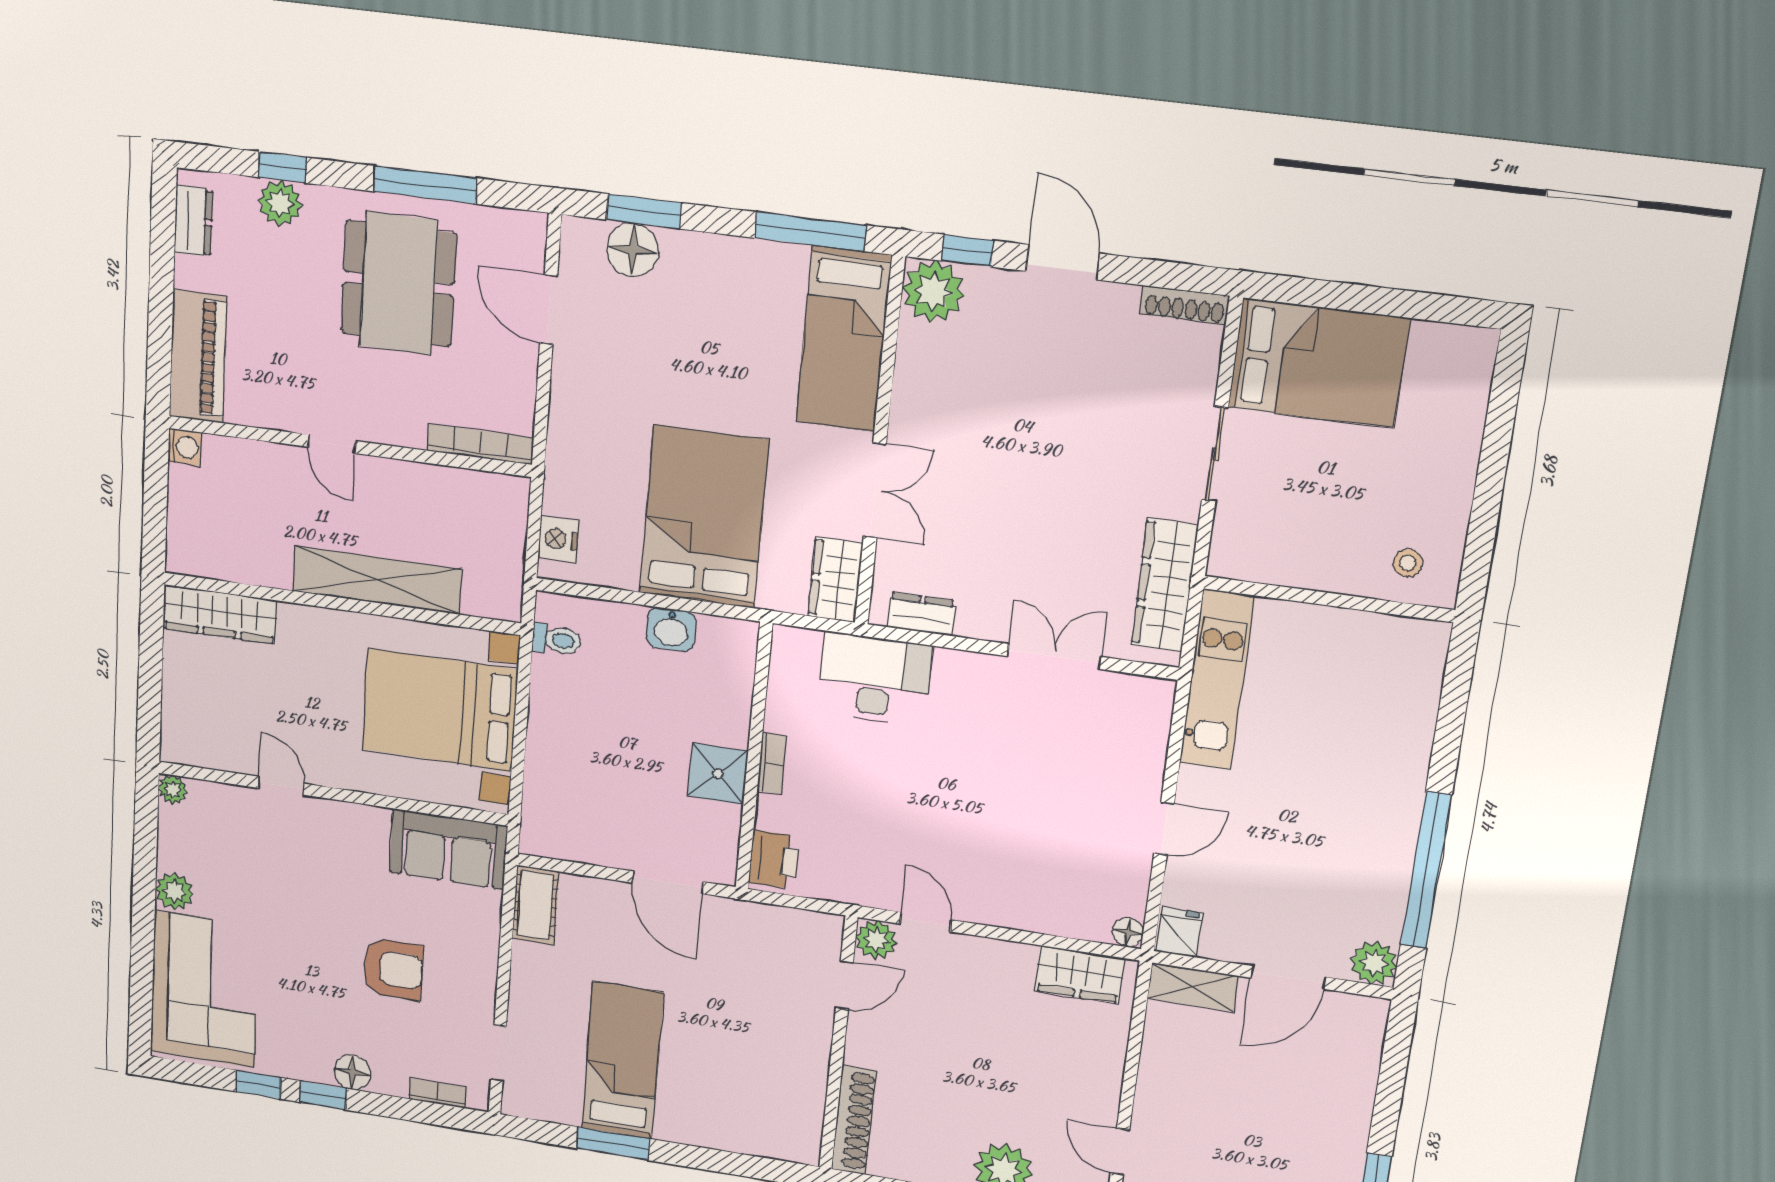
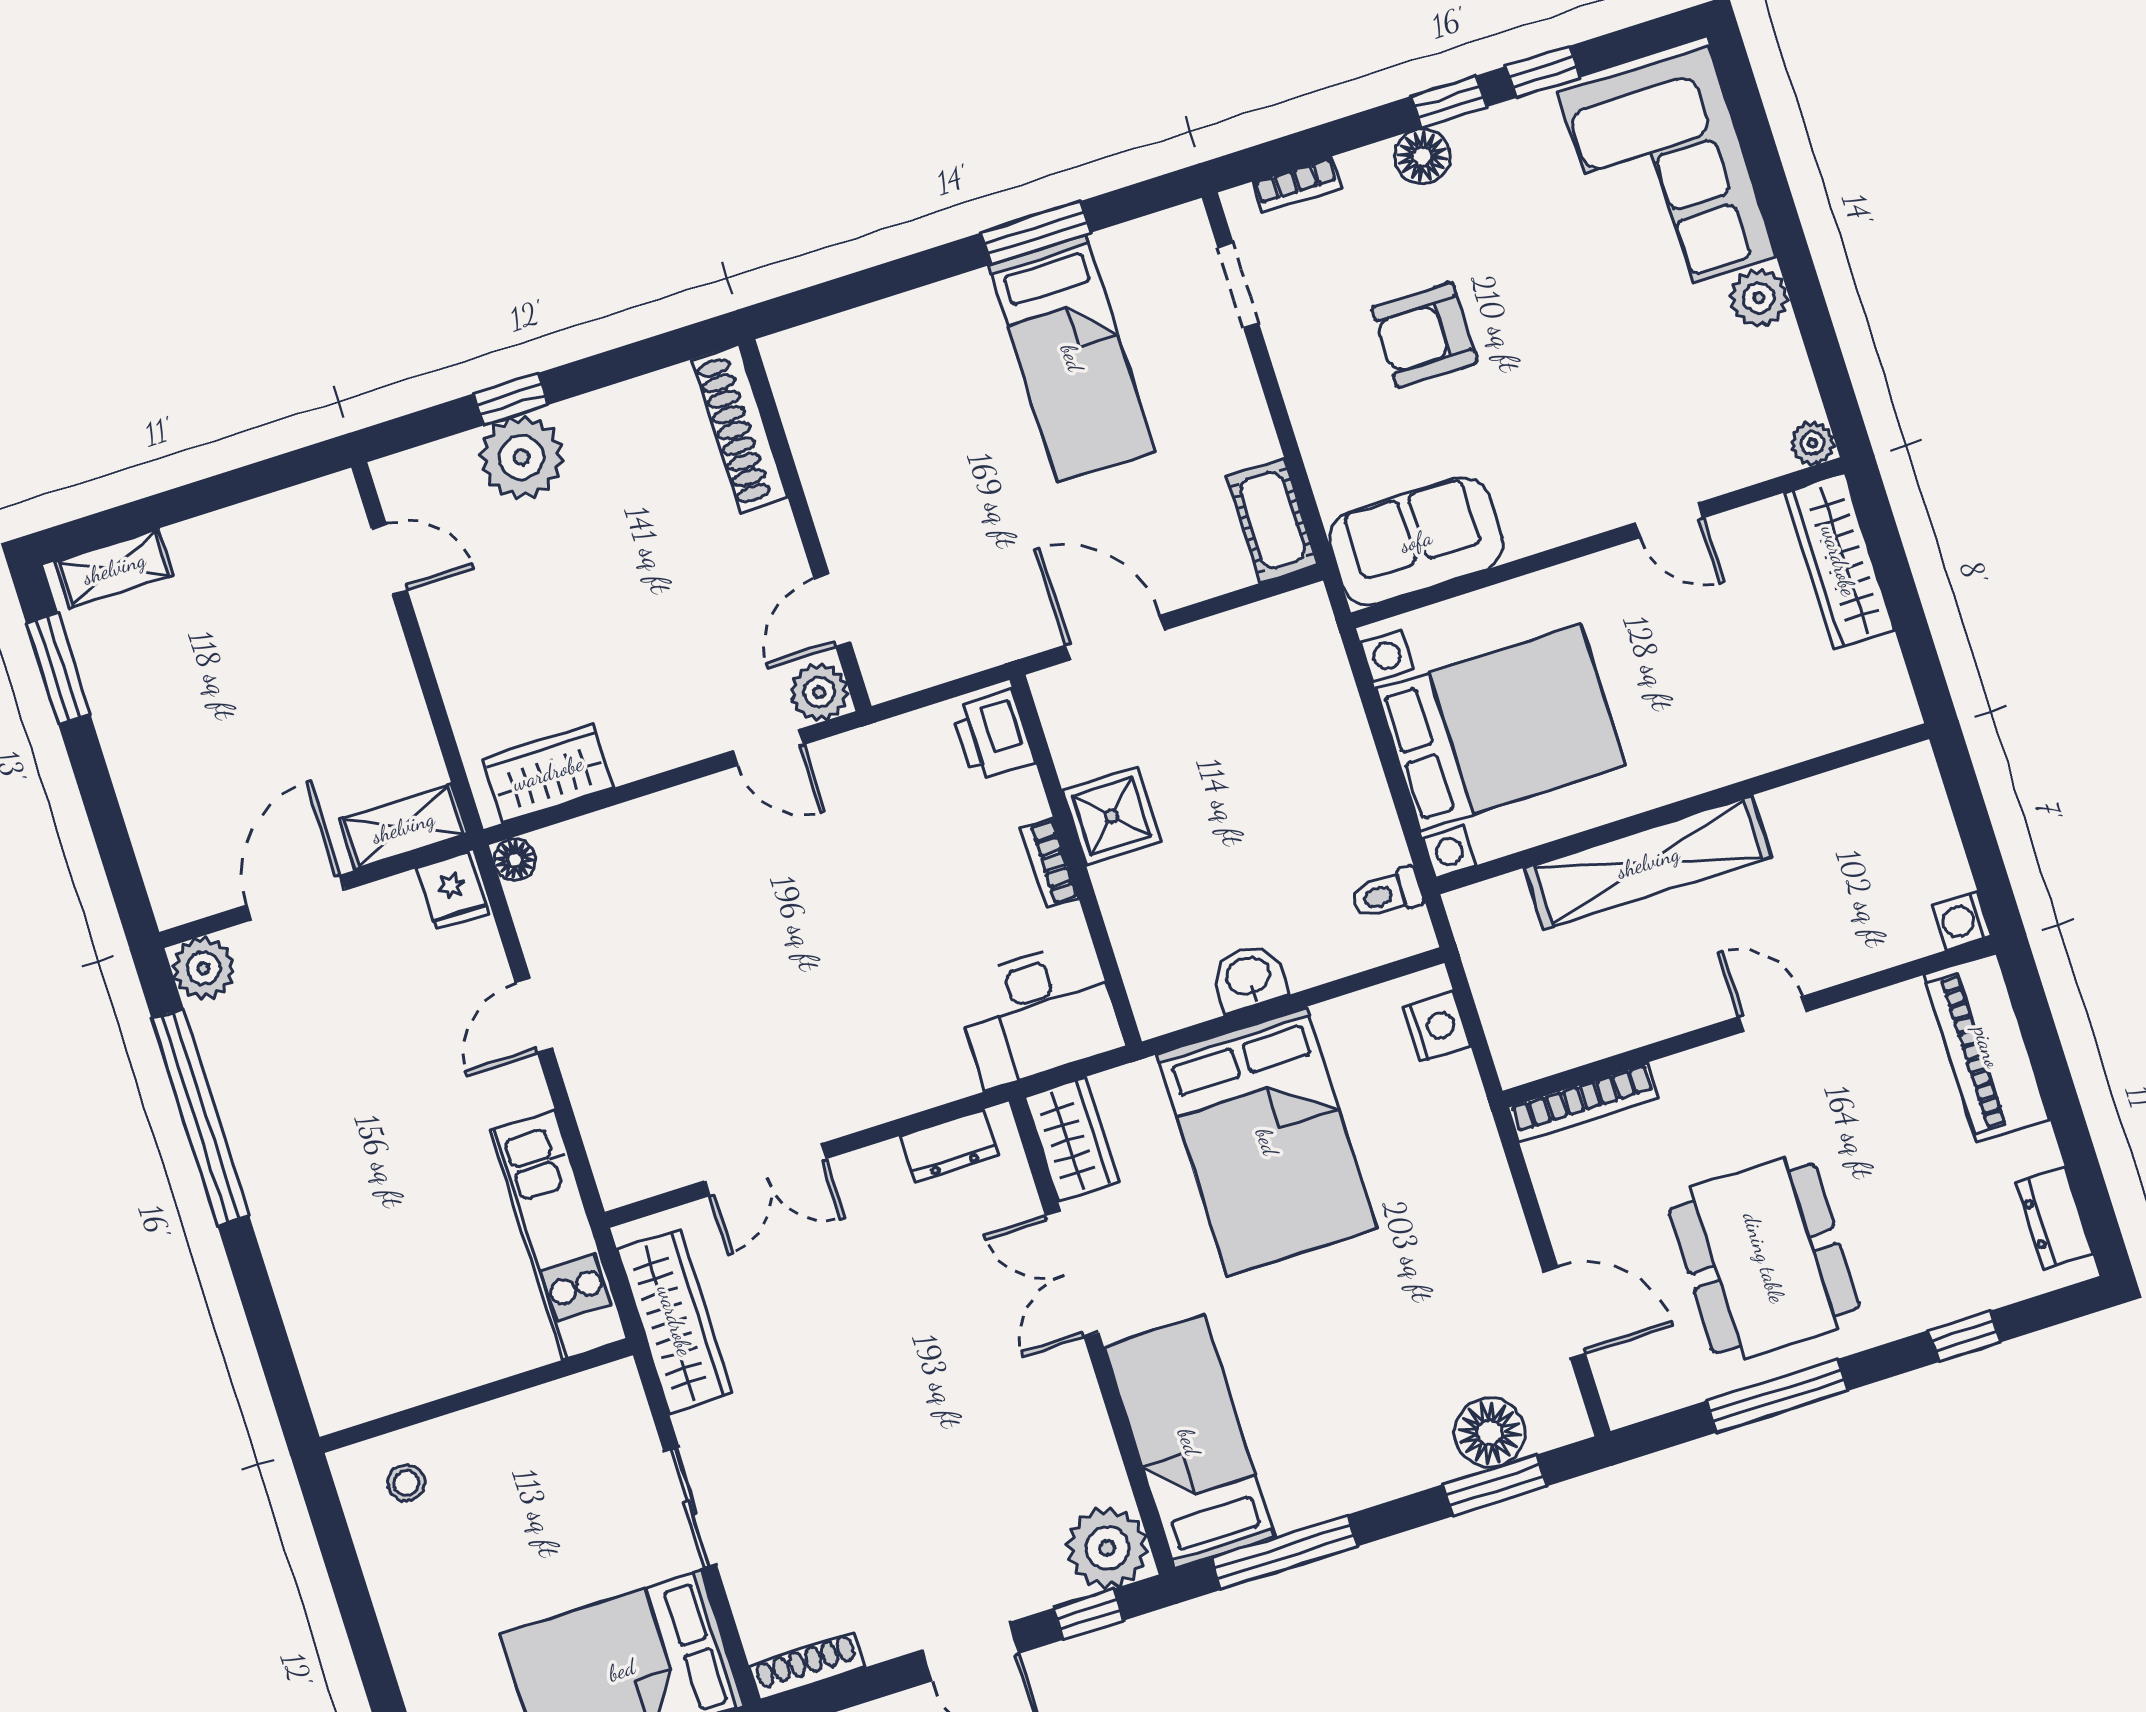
plant: (280, 203) -> (1951, 1291), removed
wardrobe: (220, 614) -> (1839, 561), moved, turned -90
desk: (875, 679) -> (1038, 1014), moved

